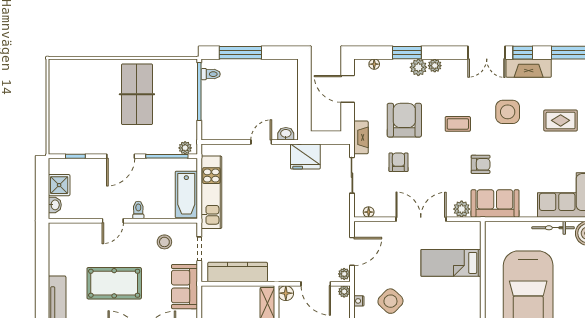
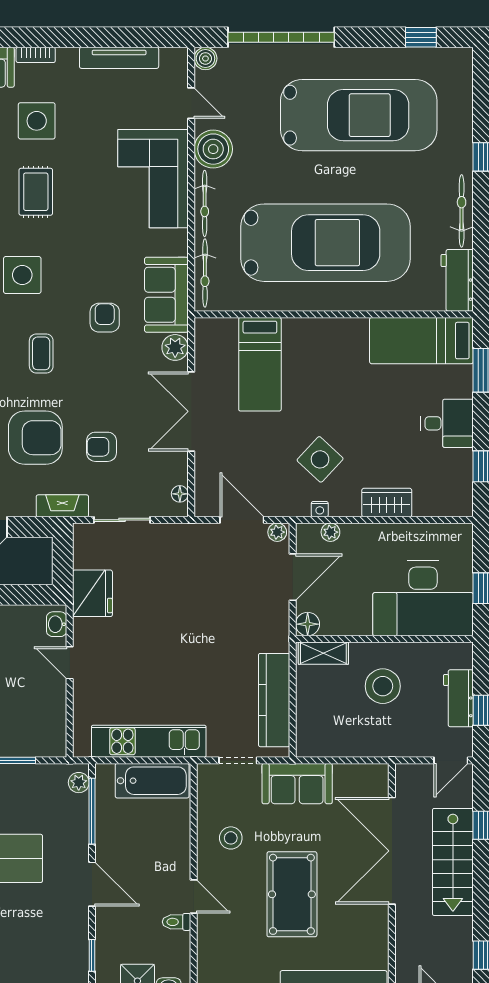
armchair: (404, 120) -> (35, 438), turned 180
toilet: (138, 210) -> (177, 922), moved
bicycle: (509, 228) -> (205, 273), added
stool: (164, 242) -> (231, 838), moved
plant: (344, 292) -> (330, 532), moved

